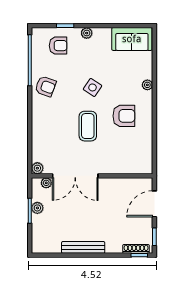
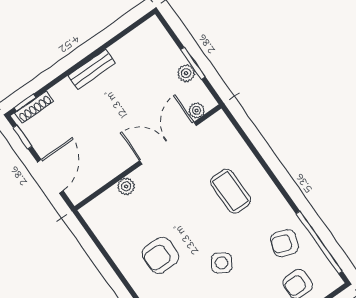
armchair: (46, 86) -> (285, 243), moved
coffee table: (88, 126) -> (231, 191), moved
plant: (37, 168) -> (126, 186), moved
bench: (83, 247) -> (92, 69), width x0.73

